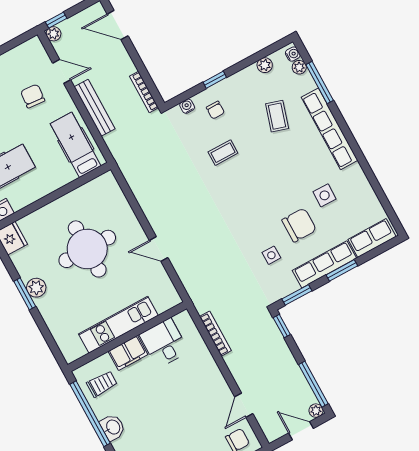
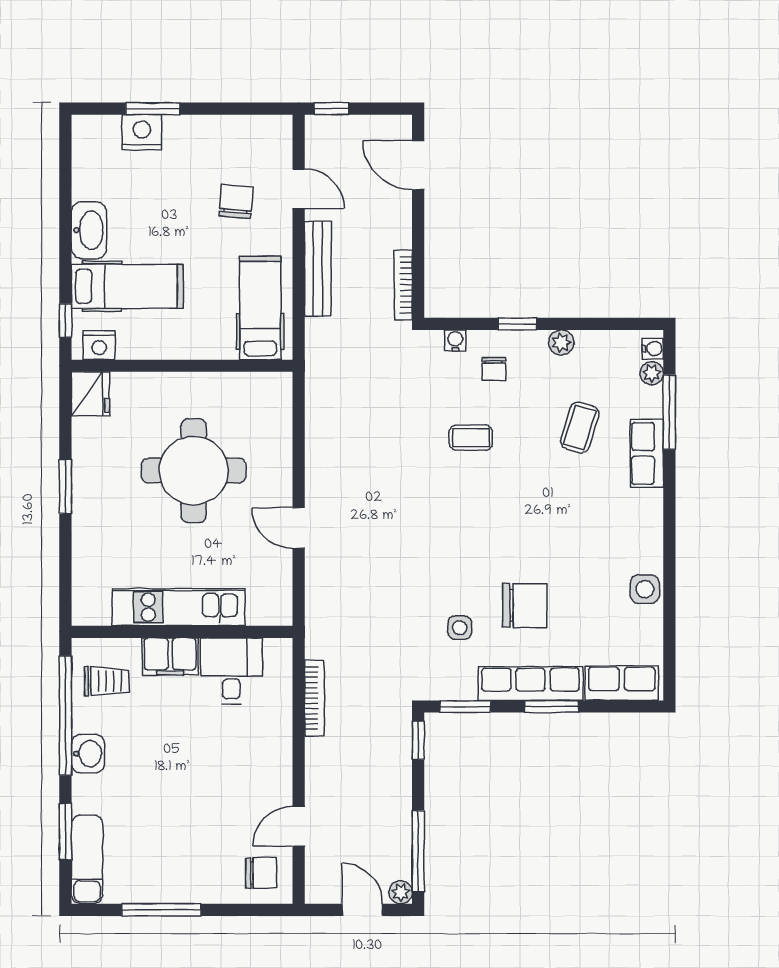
plant: (54, 34) -> (317, 127), removed
plant: (265, 65) -> (561, 343), moved
row of seats: (330, 129) -> (647, 453), width x0.50
side table: (325, 195) -> (645, 589), moved
plant: (36, 288) -> (87, 487), removed

